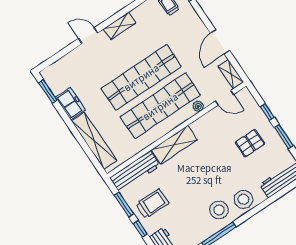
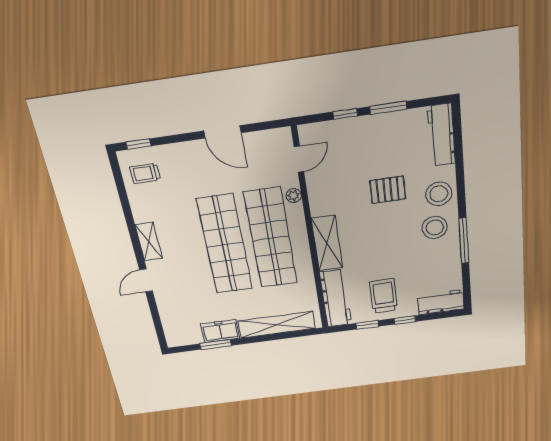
shelving: (231, 74) -> (272, 138), removed
window: (48, 91) -> (216, 345), moved
pallet: (250, 143) -> (388, 190), moved, turned 90
window: (124, 205) -> (367, 325), width x0.67

